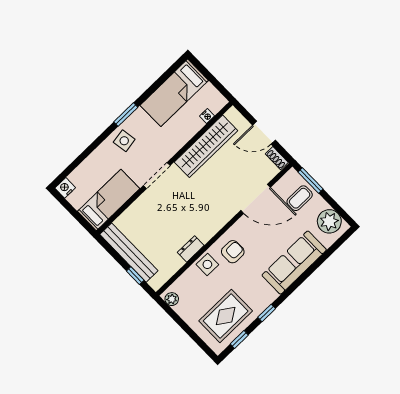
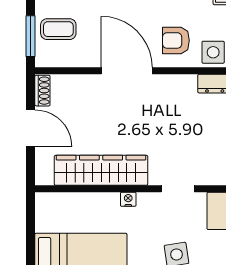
nightstand: (207, 116) -> (128, 199), moved
doorway: (157, 176) -> (178, 189), width x0.73
door: (256, 199) -> (127, 71), moved

